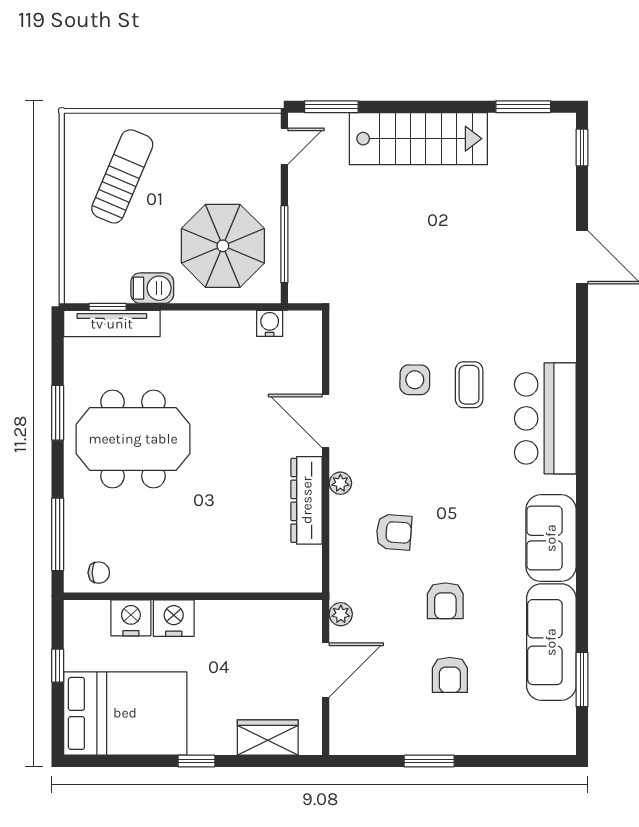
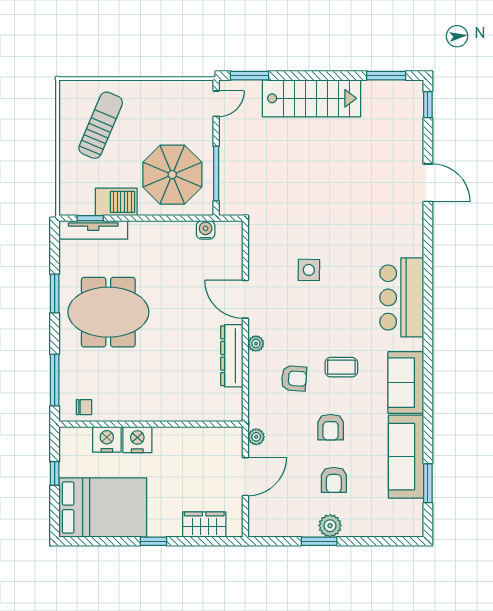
barbecue: (152, 288) -> (116, 202), width x1.38, depth x1.27
coffee table: (469, 385) -> (341, 367), moved, turned 90
plant: (444, 739) -> (330, 526), added

